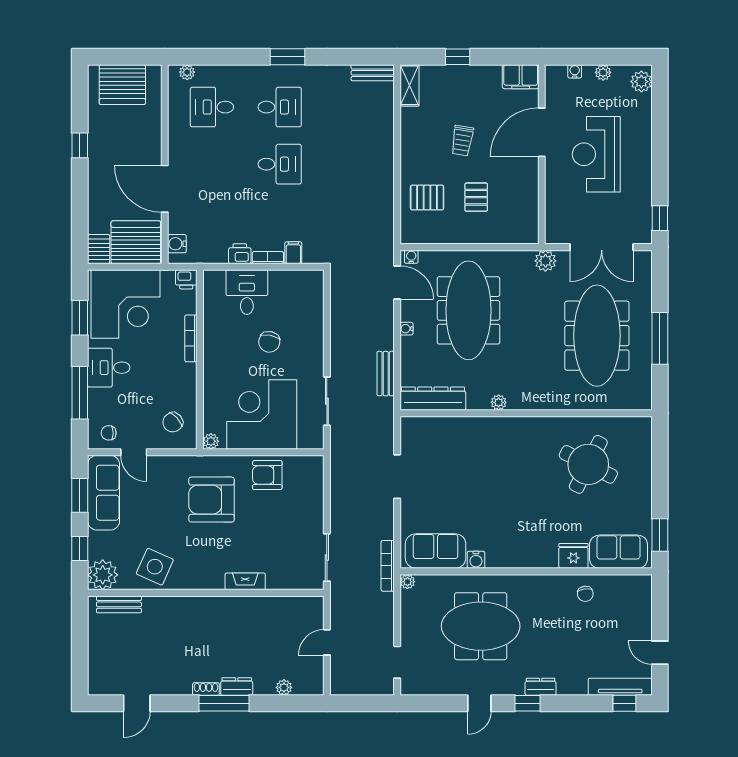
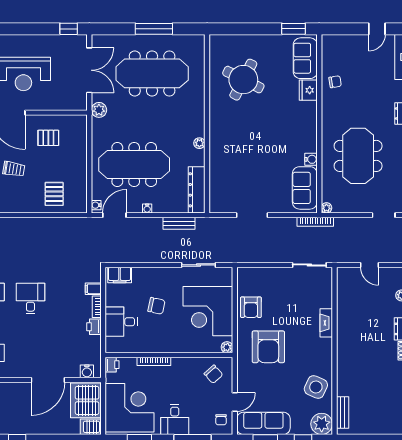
pallet: (476, 197) -> (48, 138), moved
filing cabinet: (313, 290) -> (120, 275), added

